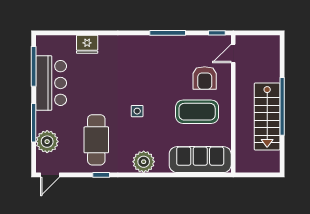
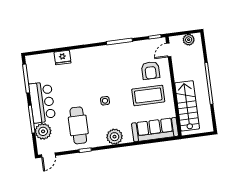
plant: (262, 43) -> (189, 40), added
bar counter: (51, 83) -> (42, 102), moved
stairs: (267, 116) -> (187, 106), moved, turned 180

